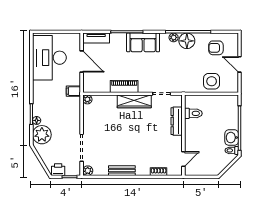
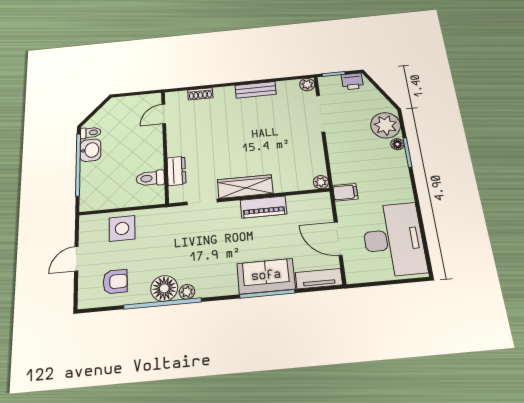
sofa: (143, 42) -> (266, 276), moved
door: (239, 64) -> (76, 259), swing flipped
dresser: (177, 121) -> (176, 171), width x0.70

